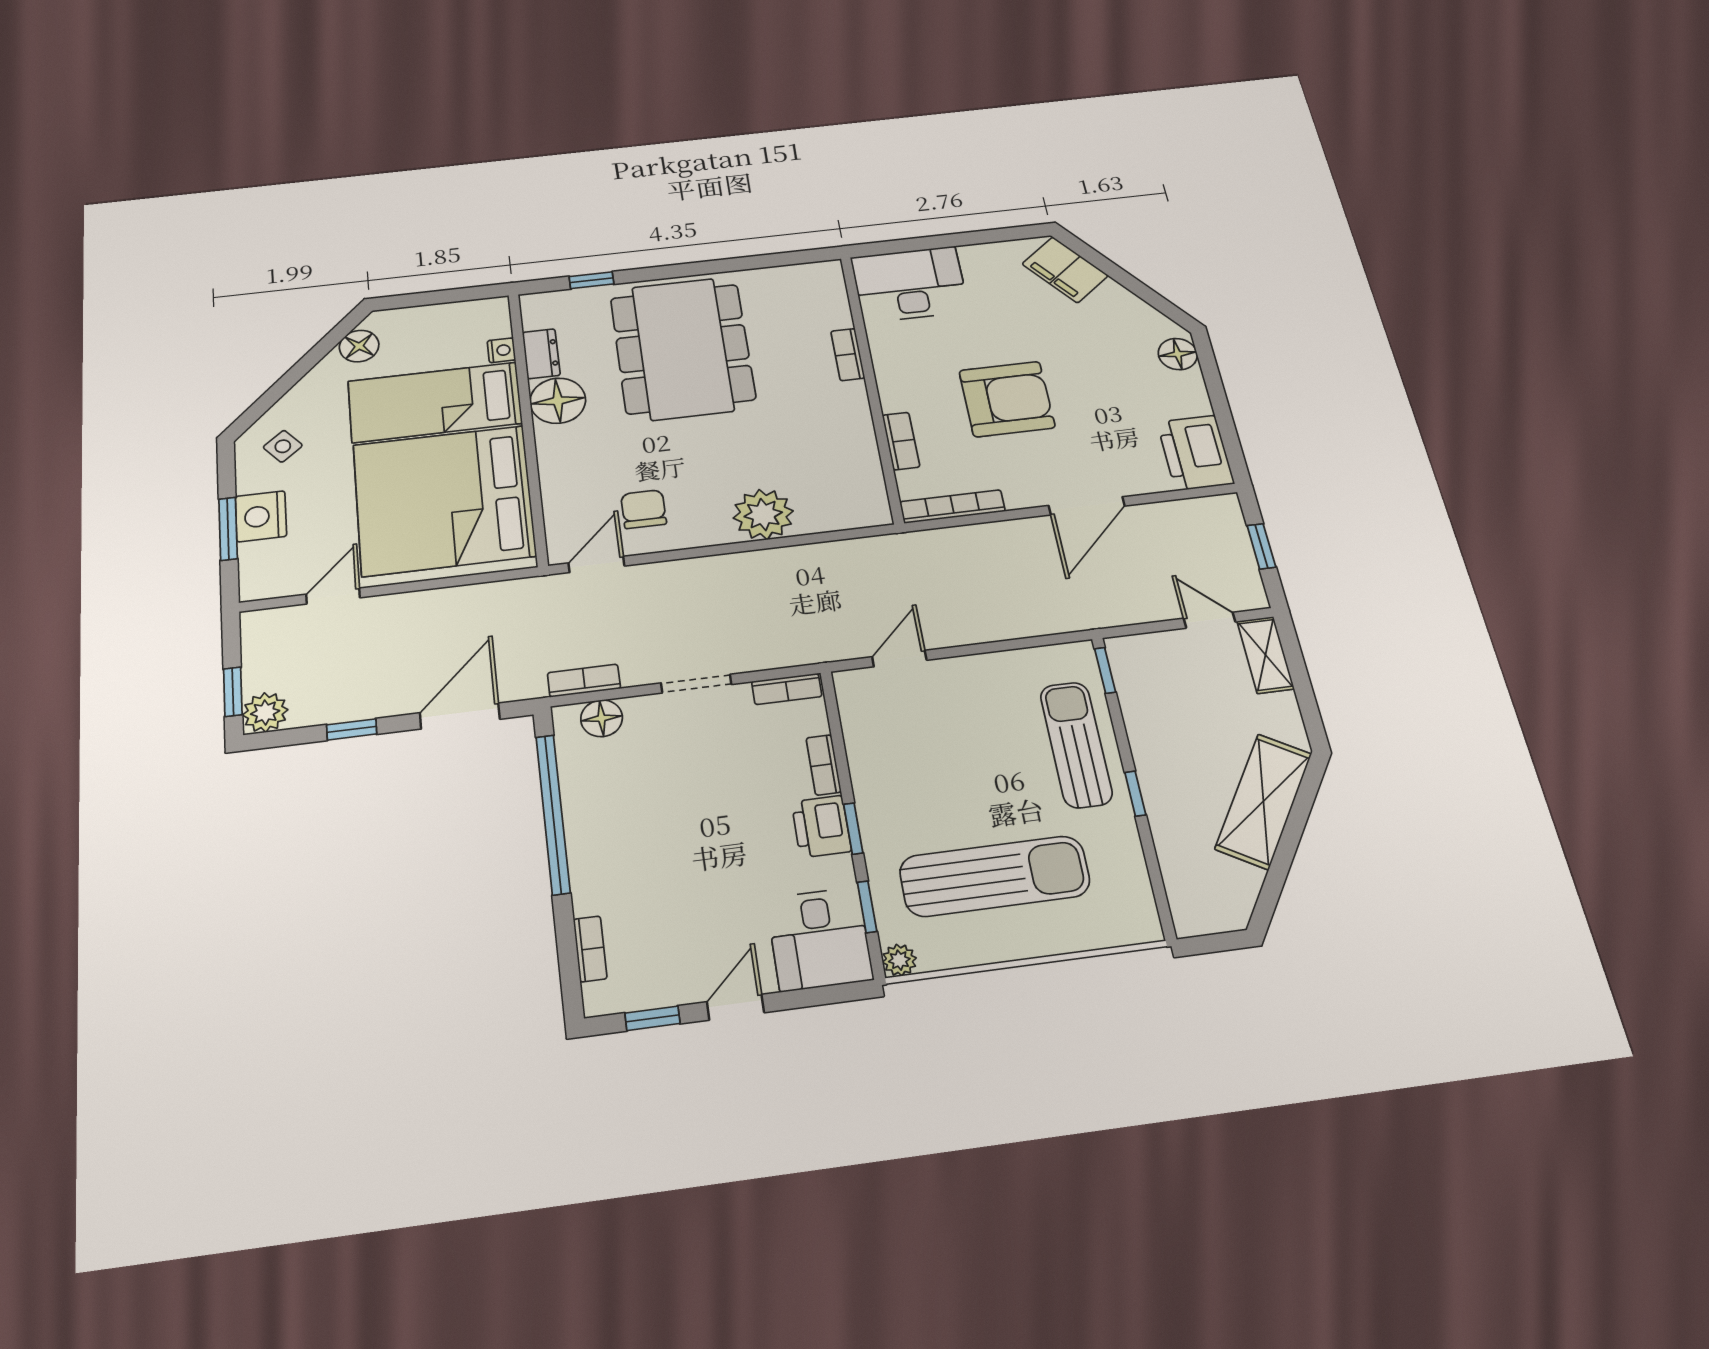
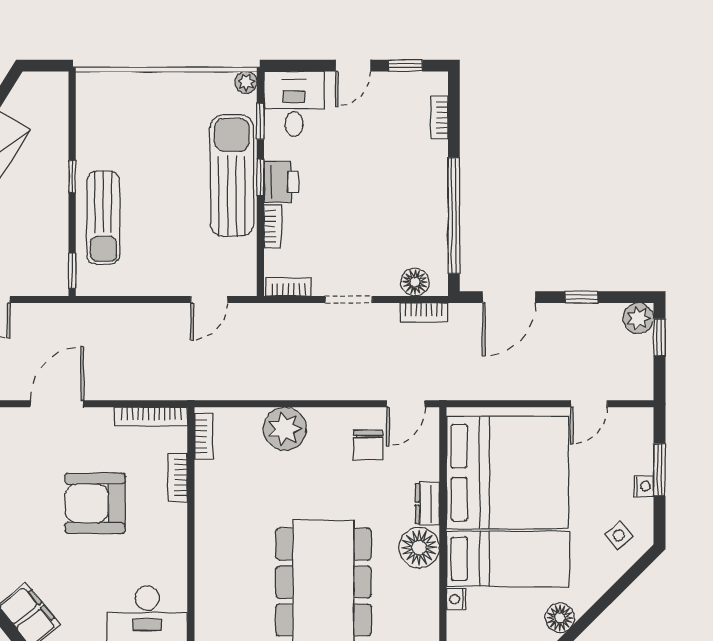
dresser: (541, 354) -> (427, 504), moved
bookcase: (848, 355) -> (204, 436), moved
nightstand: (261, 516) -> (644, 486), width x0.53, depth x0.56
sun lounger: (995, 876) -> (232, 175), moved, turned 90

